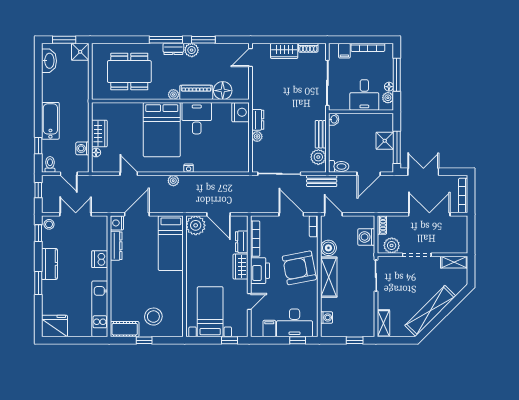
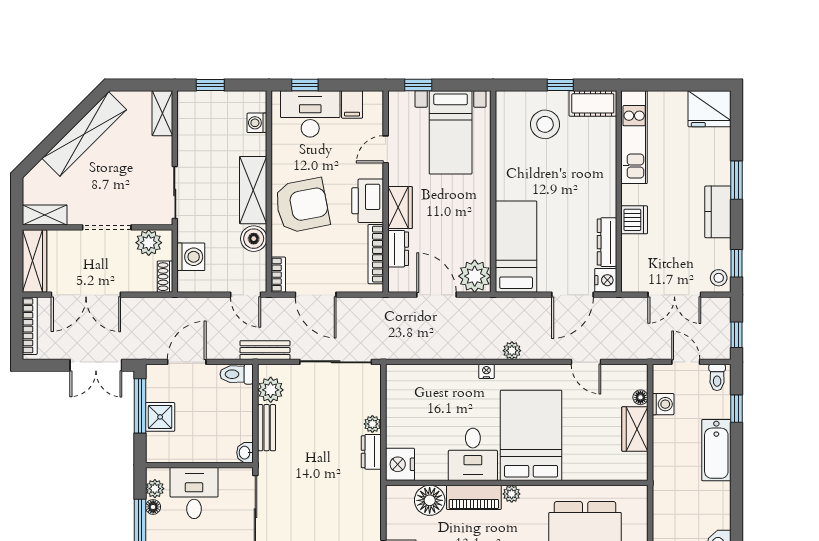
wardrobe: (460, 234) -> (34, 261), added

